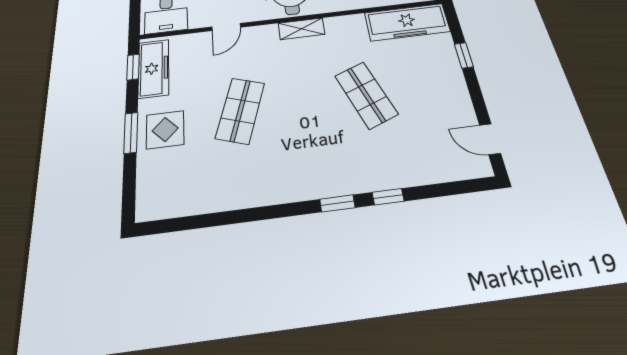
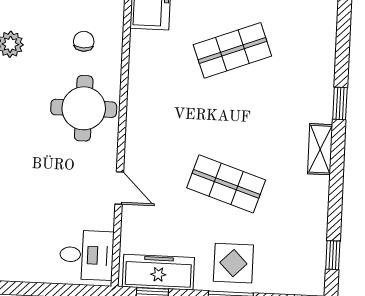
shelving: (301, 29) -> (320, 149), moved
window: (388, 197) -> (333, 255), moved

